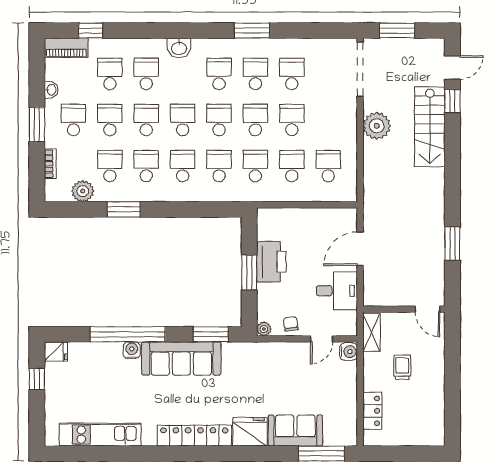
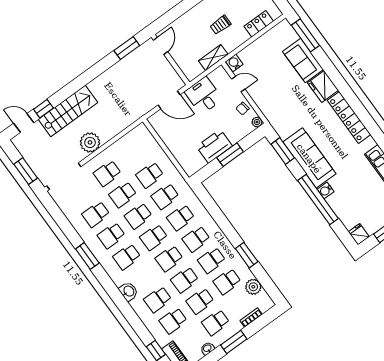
school desk: (328, 166) -> (107, 173), moved
wall: (404, 309) -> (170, 60), moved
door: (427, 309) -> (160, 46), moved

